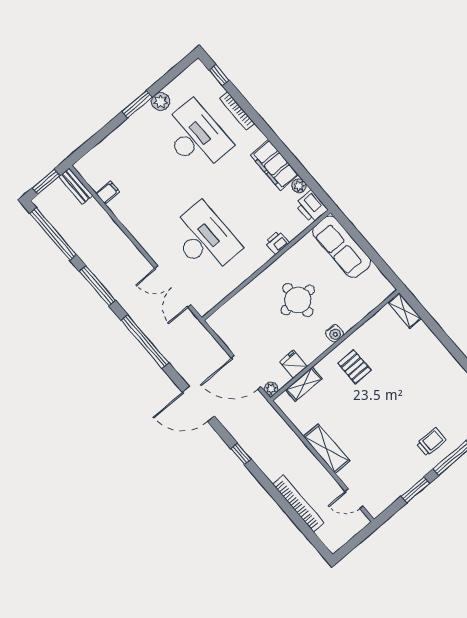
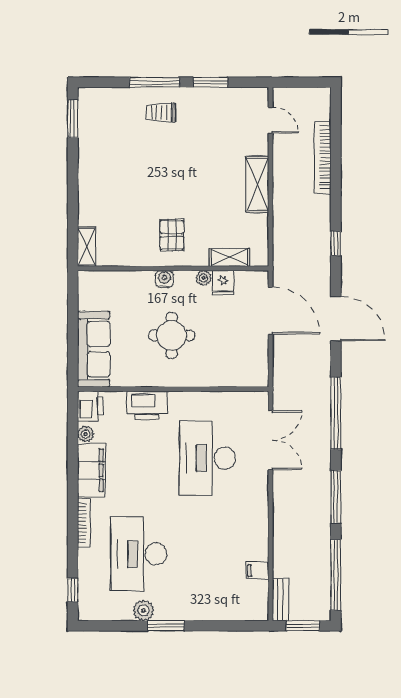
bookcase: (237, 111) -> (84, 523), moved
printer: (277, 243) -> (147, 405), width x1.87, depth x1.48
plant: (271, 389) -> (204, 278), moved

